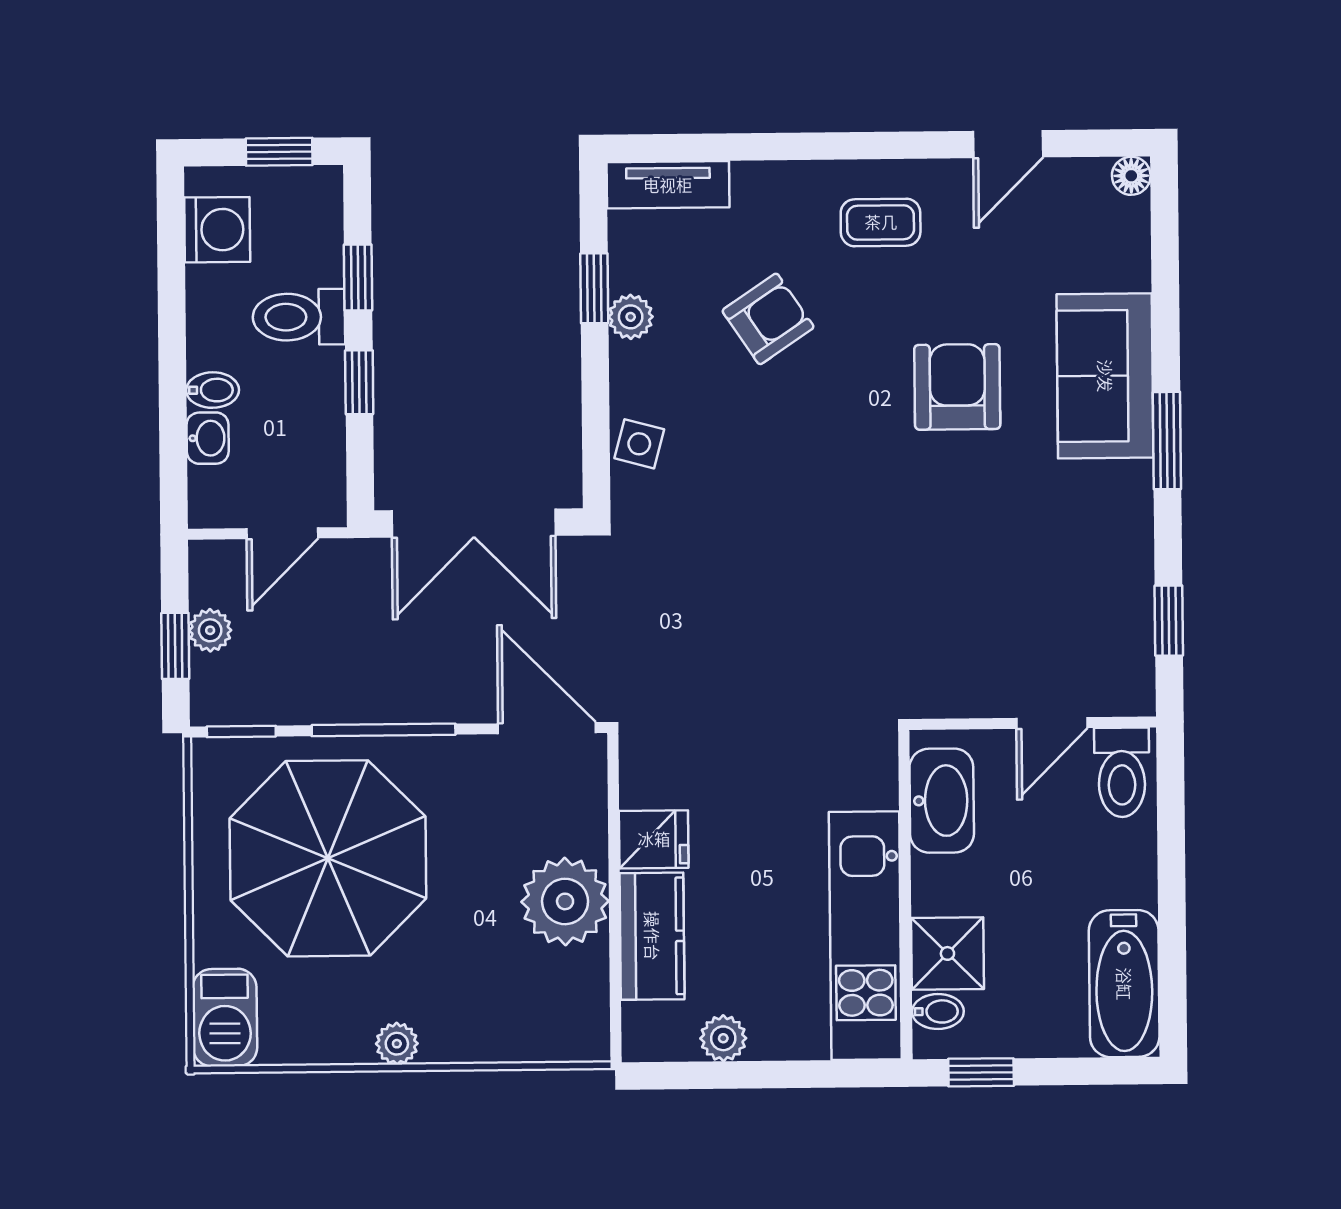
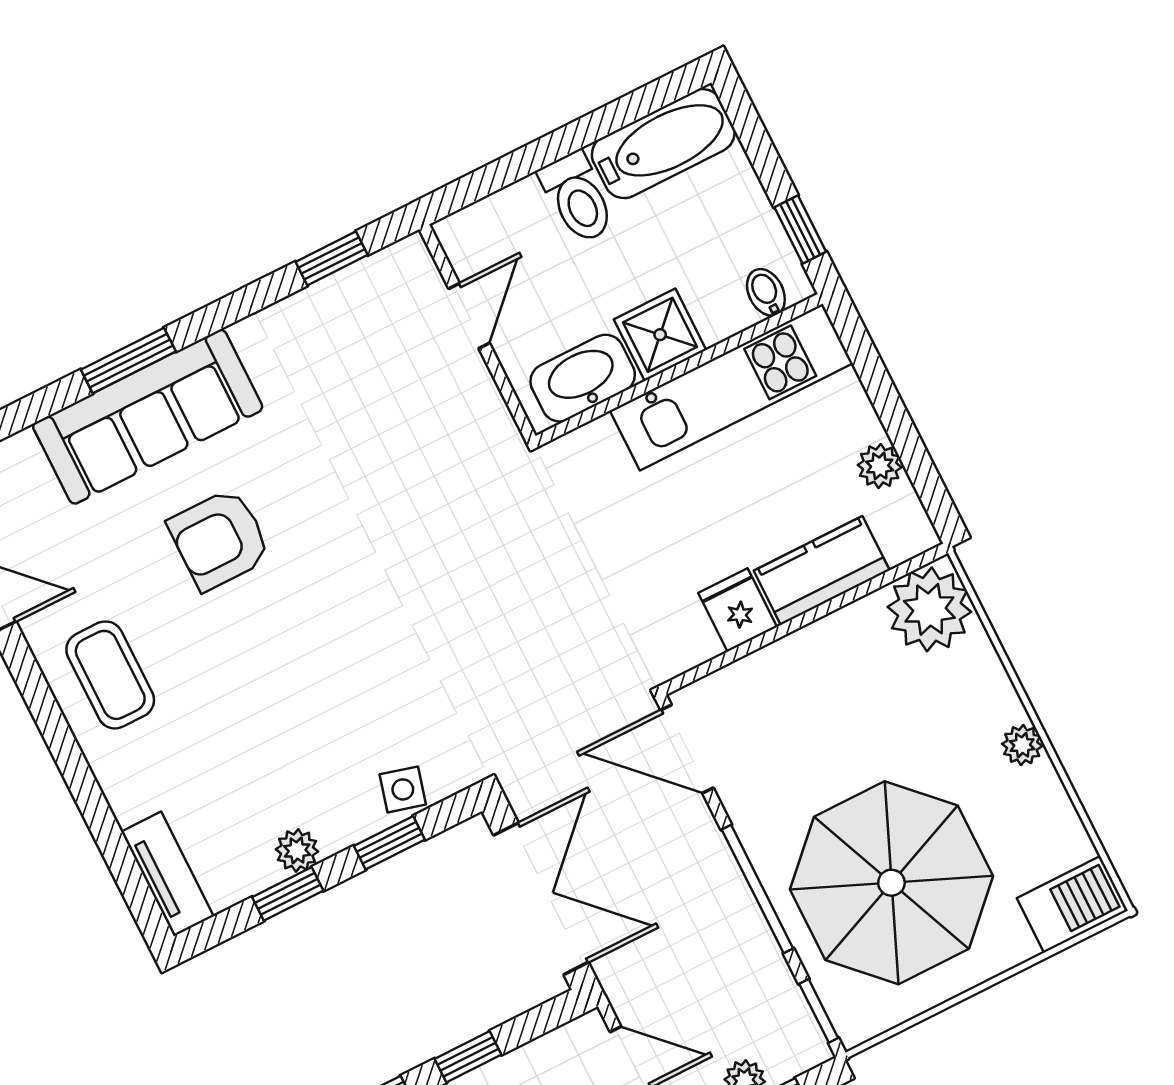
coffee table: (881, 222) -> (110, 675), width x1.36, depth x1.30
armchair: (768, 319) -> (241, 731), removed
sofa: (1105, 376) -> (148, 417), width x1.36
window: (596, 407) -> (389, 843), added
window: (1167, 441) -> (128, 361), moved
door: (1052, 723) -> (469, 316), hinge flipped
door: (547, 728) -> (687, 749), hinge flipped
toilet: (1122, 772) -> (577, 198), moved, turned 90
plant: (565, 901) -> (929, 609), moved
shower: (947, 953) -> (660, 335), moved

